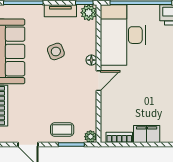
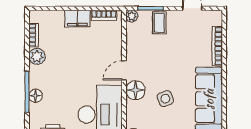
floor lamp: (91, 60) -> (135, 90), width x1.89, depth x1.89
coffee table: (62, 129) -> (159, 23), turned 90

